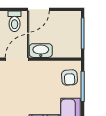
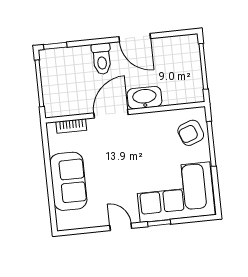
door: (38, 9) -> (135, 38), hinge flipped
armchair: (69, 77) -> (191, 133), turned 73

